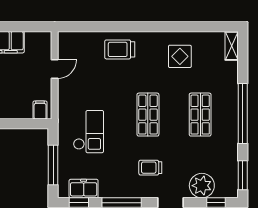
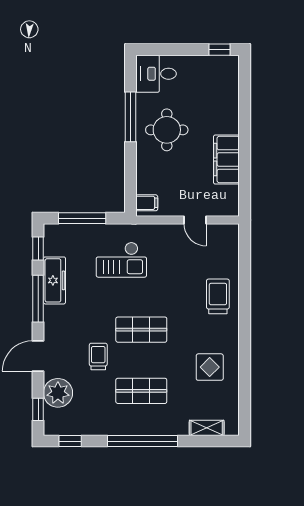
shelving: (232, 46) -> (207, 428), moved
trolley: (150, 168) -> (98, 356), moved
window: (243, 175) -> (70, 441), width x0.67
freezer: (84, 189) -> (54, 280), moved, width x1.40

